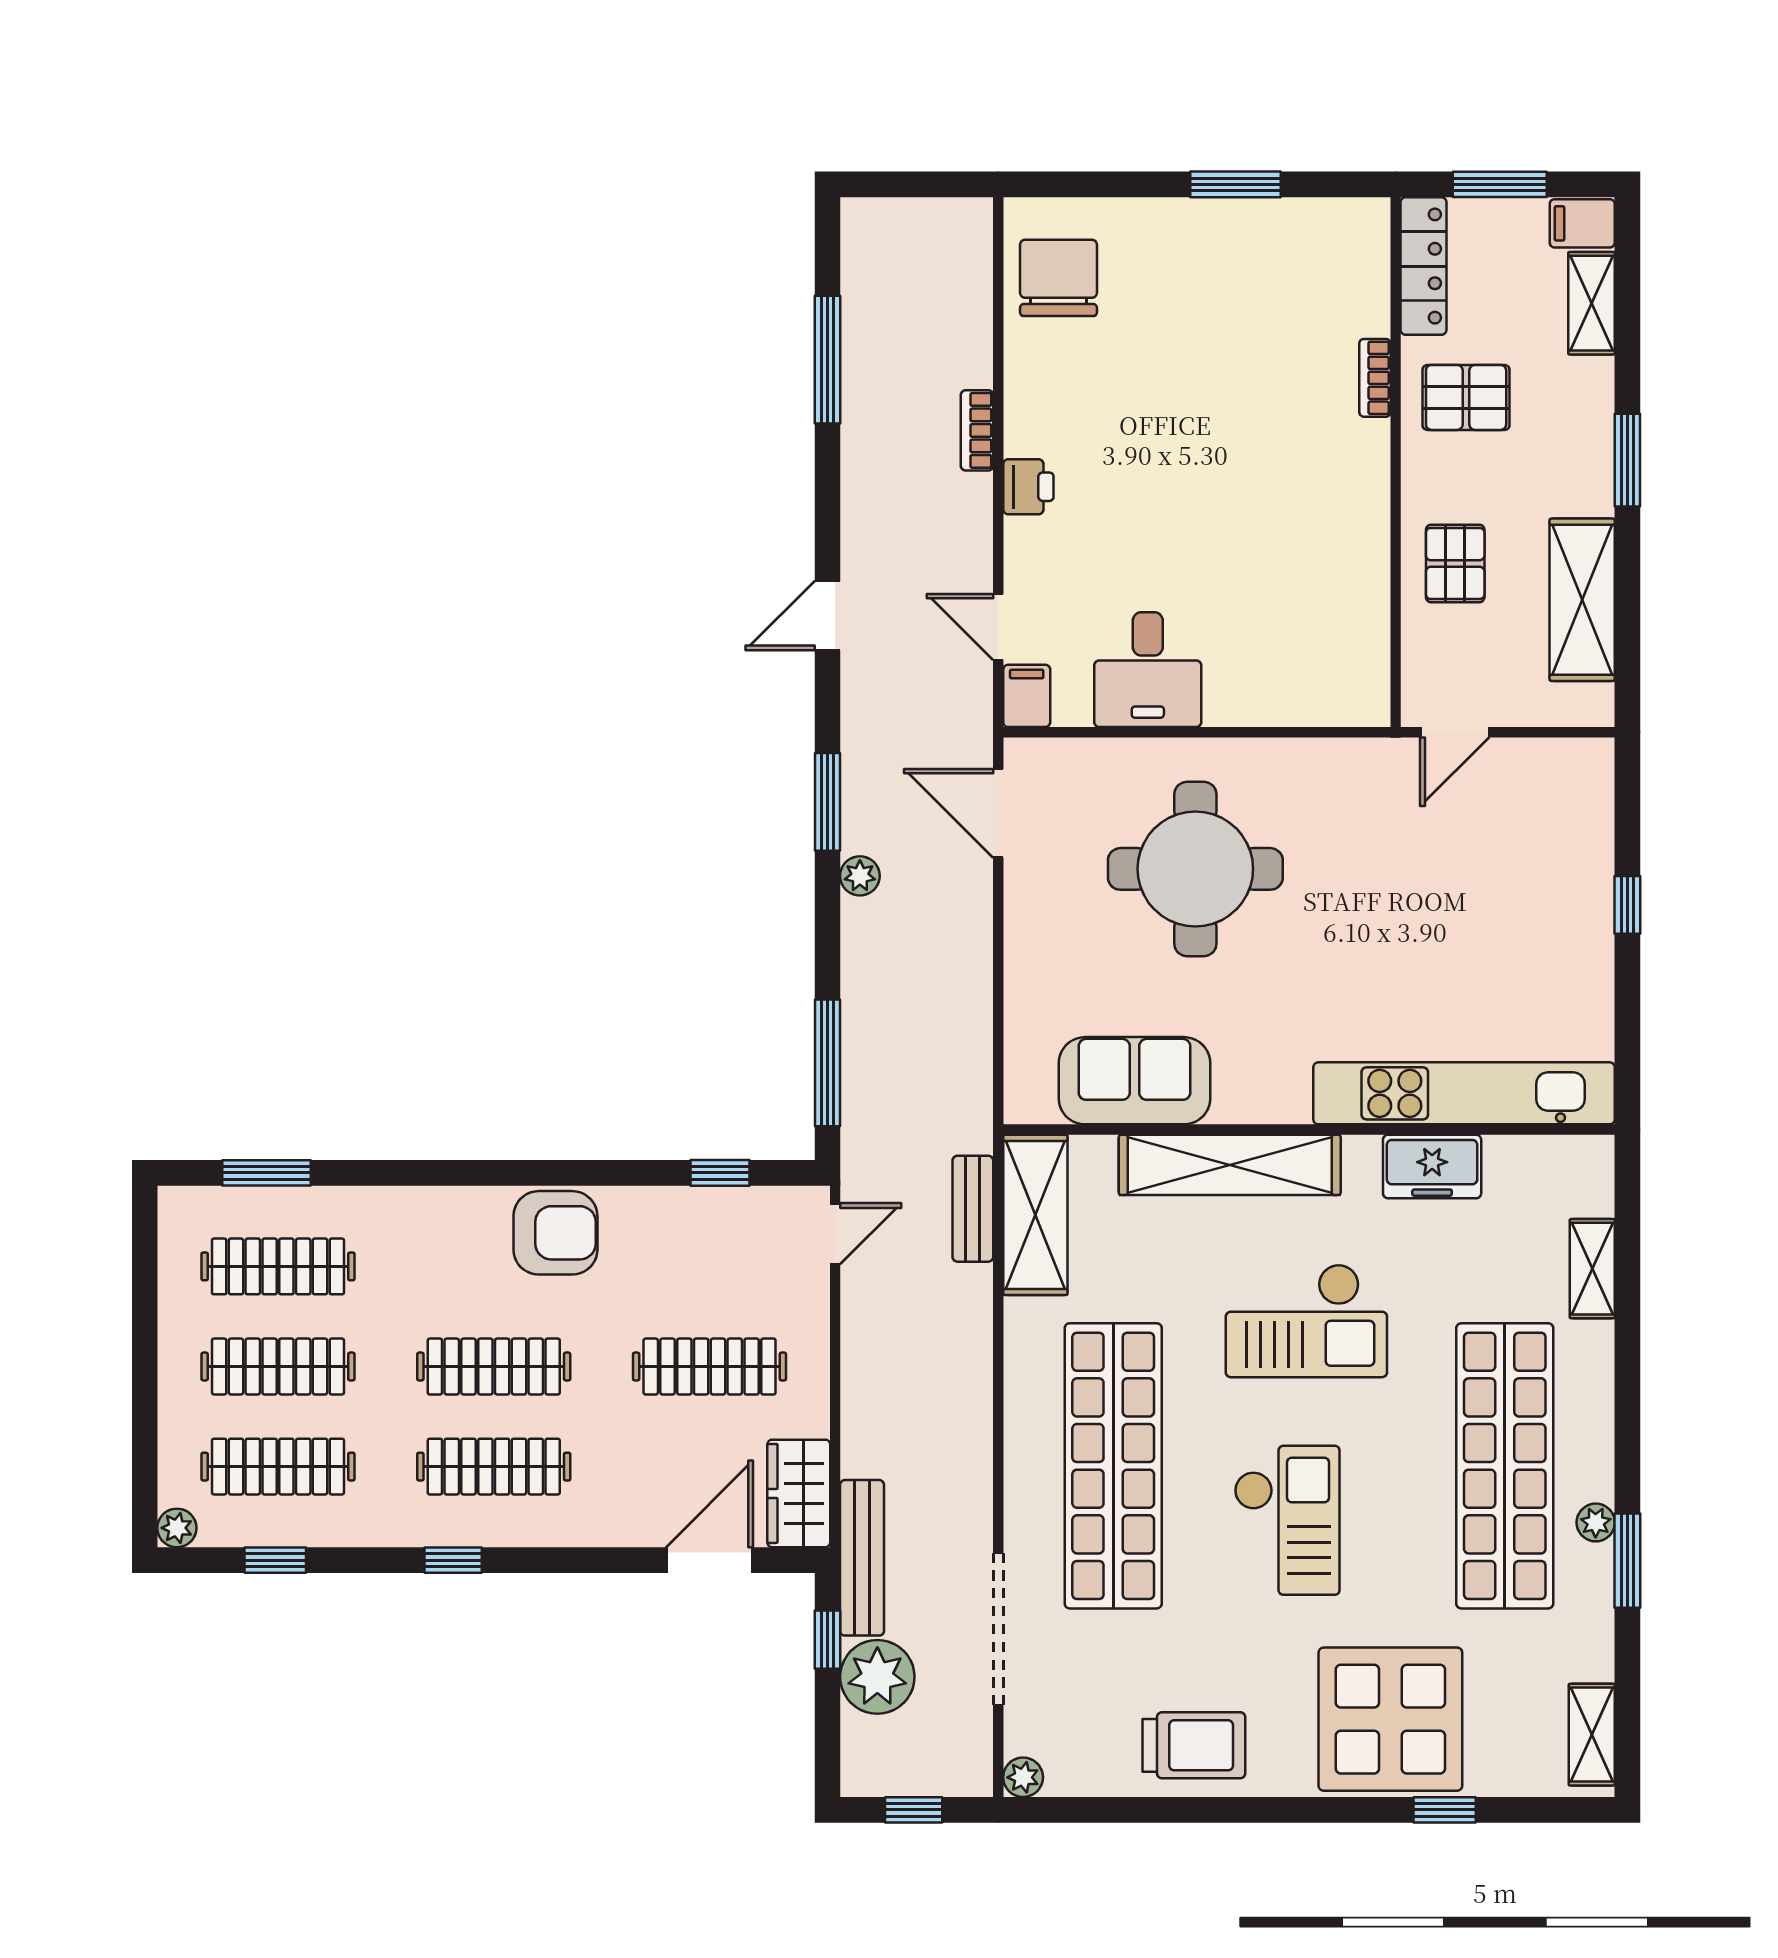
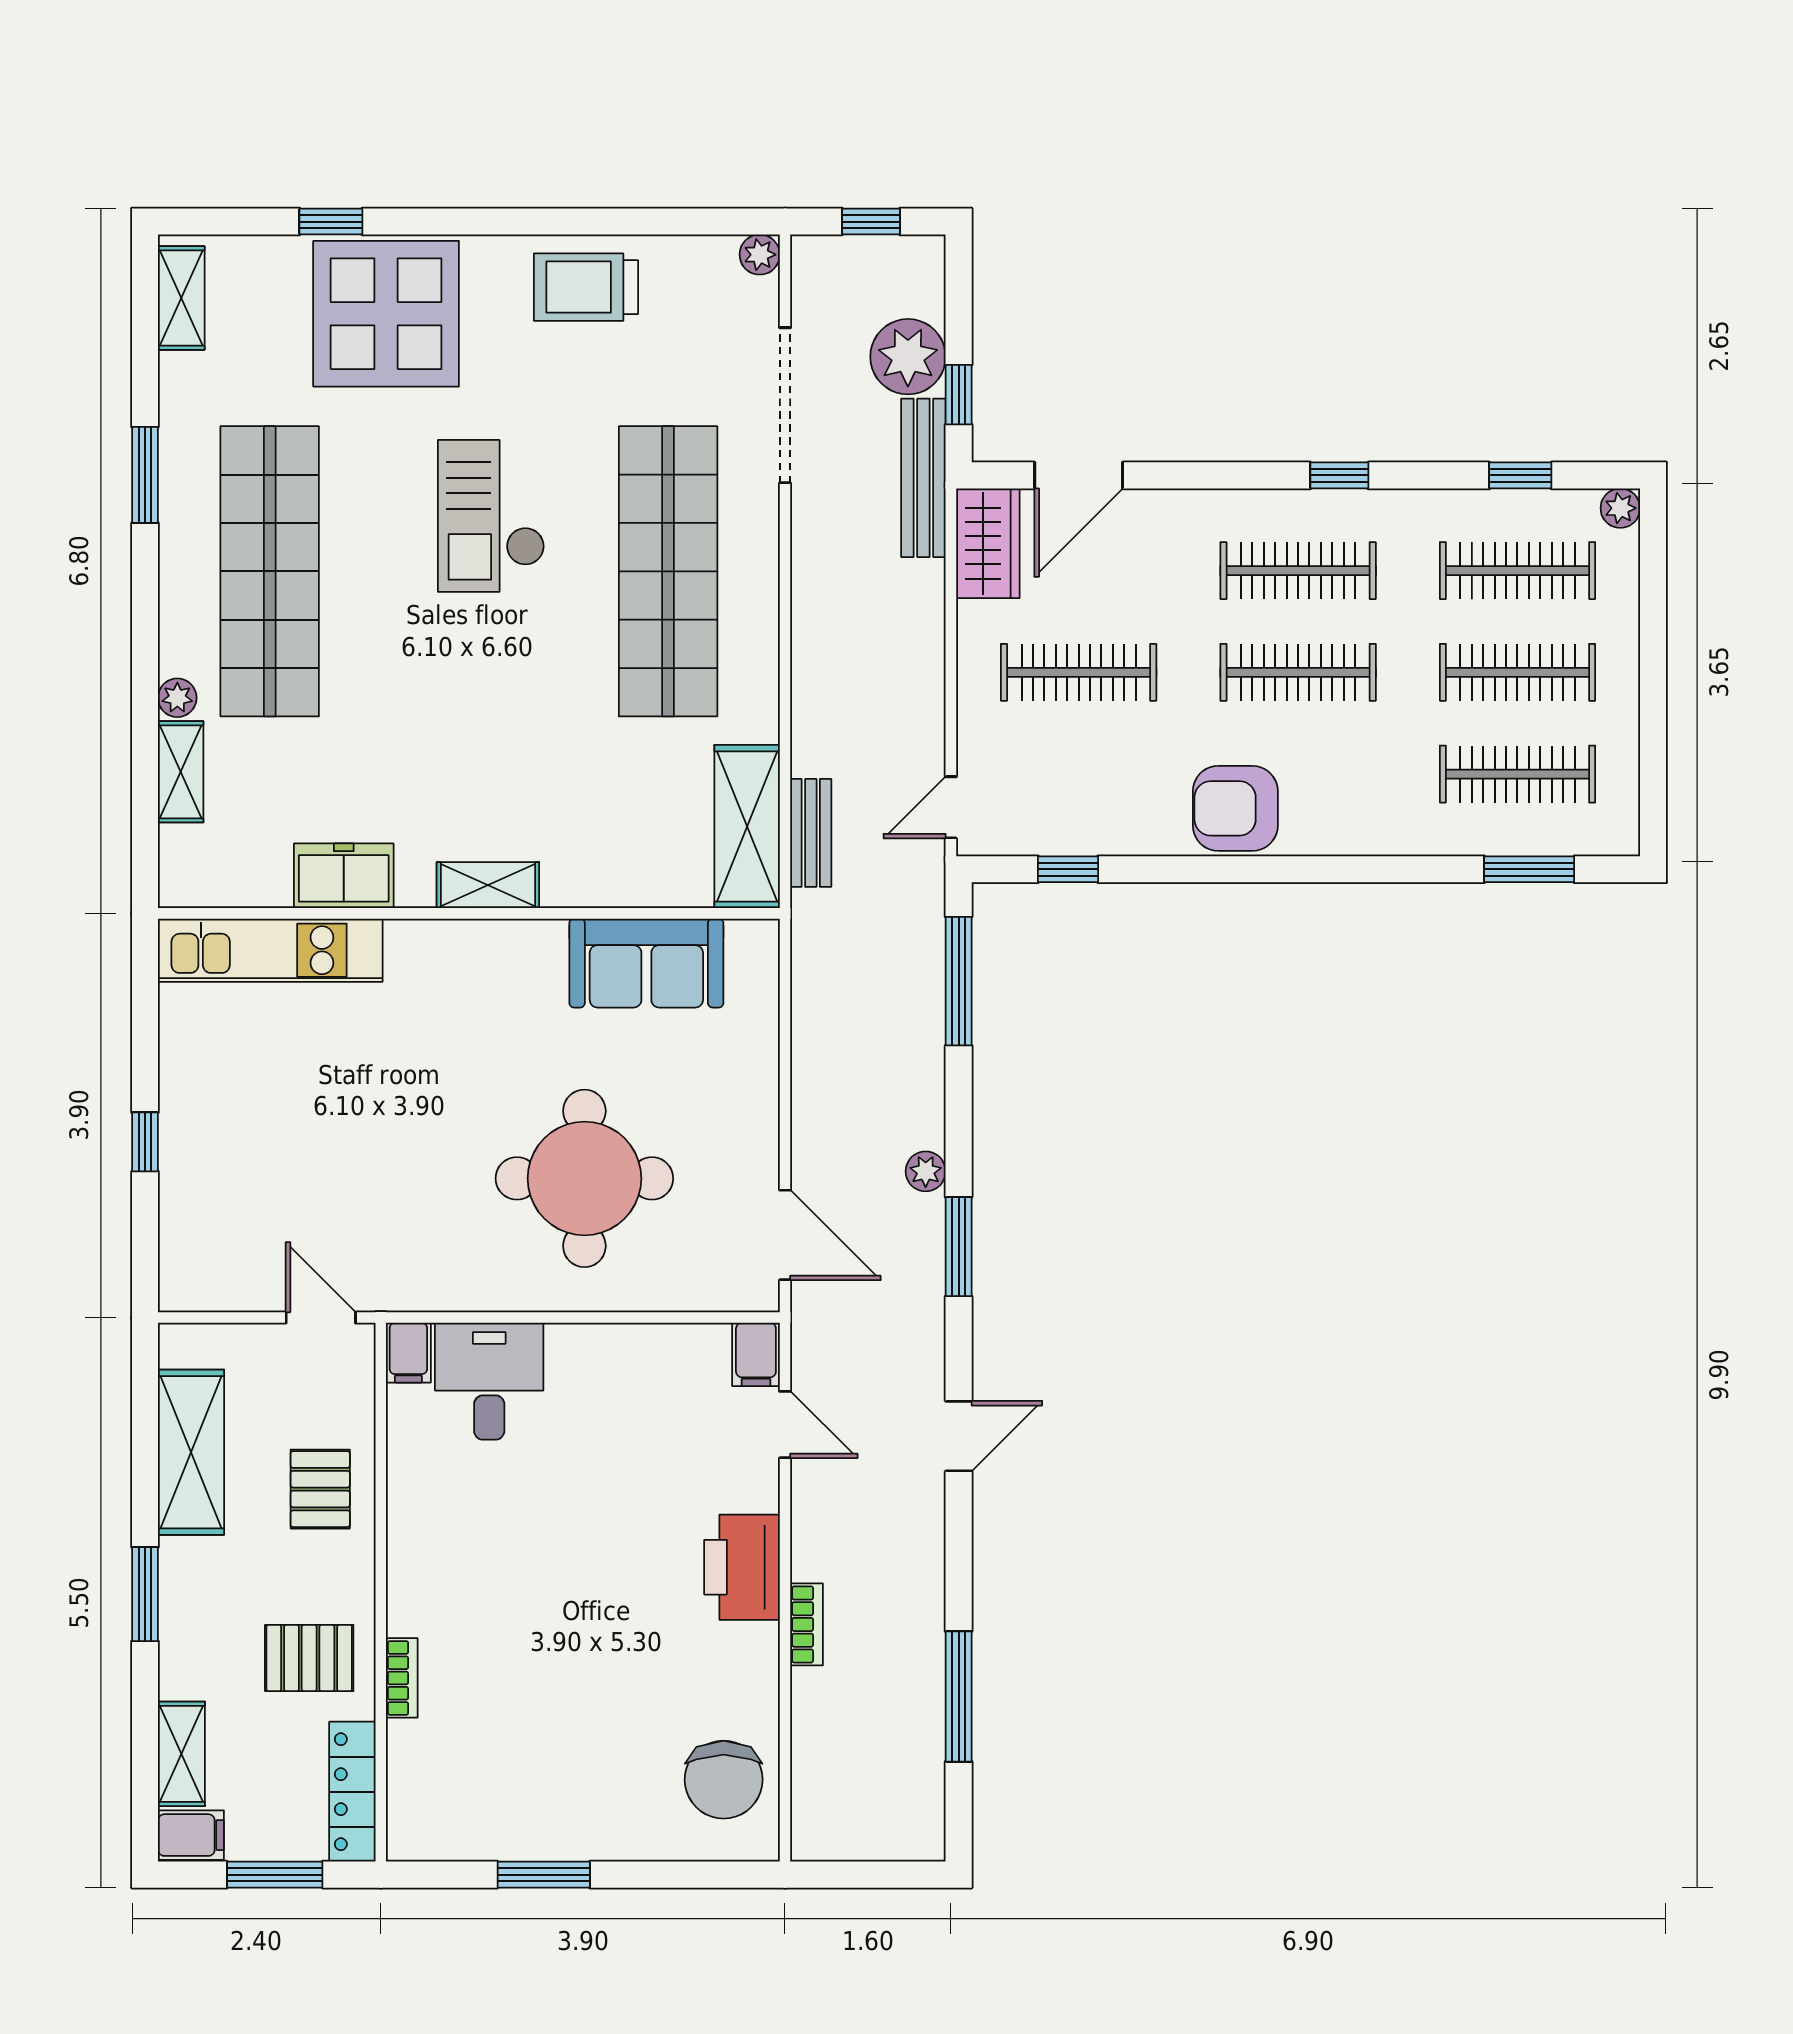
printer: (1028, 487) -> (742, 1567), width x1.87, depth x1.48
desk: (1148, 670) -> (489, 1381), moved
filing cabinet: (1368, 698) -> (408, 1353), added
door: (1455, 732) -> (321, 1318), hinge flipped
kitchen unit: (1464, 1093) -> (270, 950), width x0.73
shelving: (1230, 1165) -> (488, 885), width x0.45, depth x0.75
checkout: (1306, 1321) -> (471, 719), removed
plant: (1596, 1522) -> (177, 698), moved

